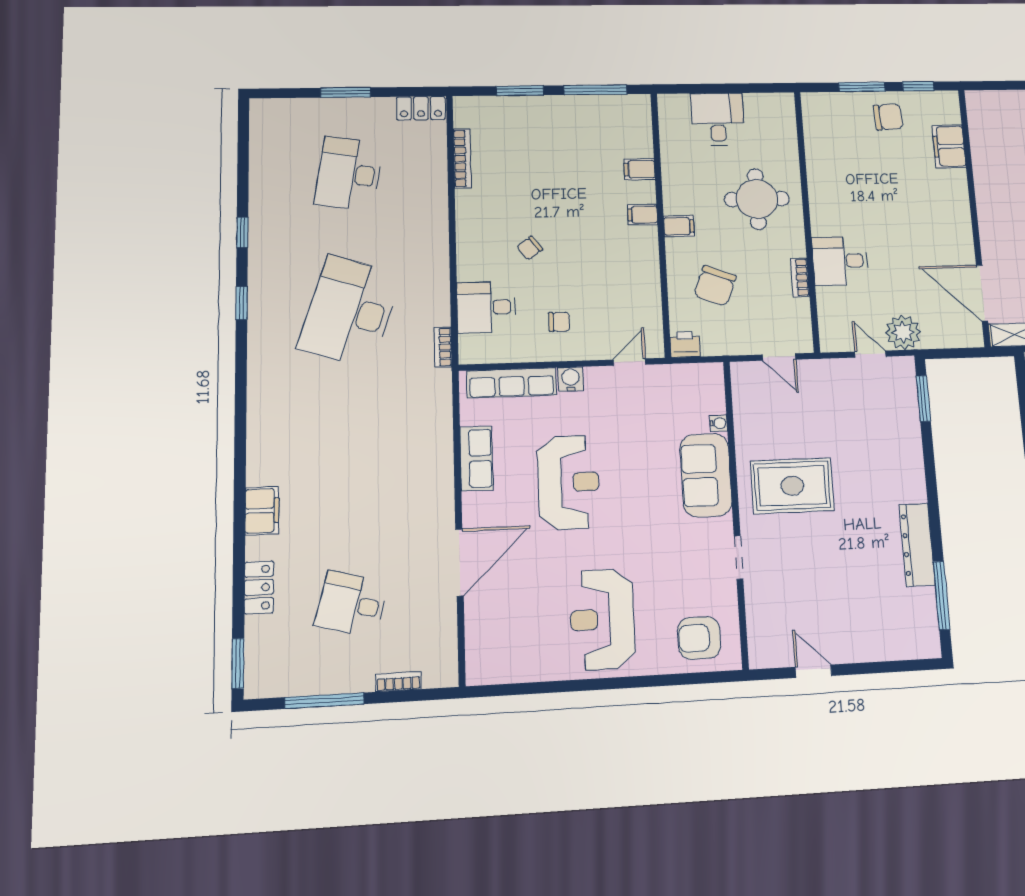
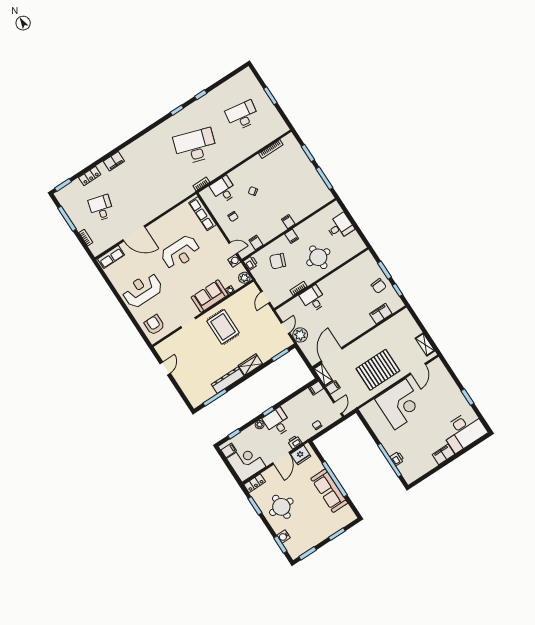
locker: (421, 108) -> (280, 124), removed
filing cabinet: (640, 169) -> (256, 242), moved
plant: (710, 376) -> (244, 278), added
water cooler: (571, 379) -> (234, 261), moved
row of seats: (476, 458) -> (111, 257), moved
wardrobe: (910, 475) -> (250, 365), added

